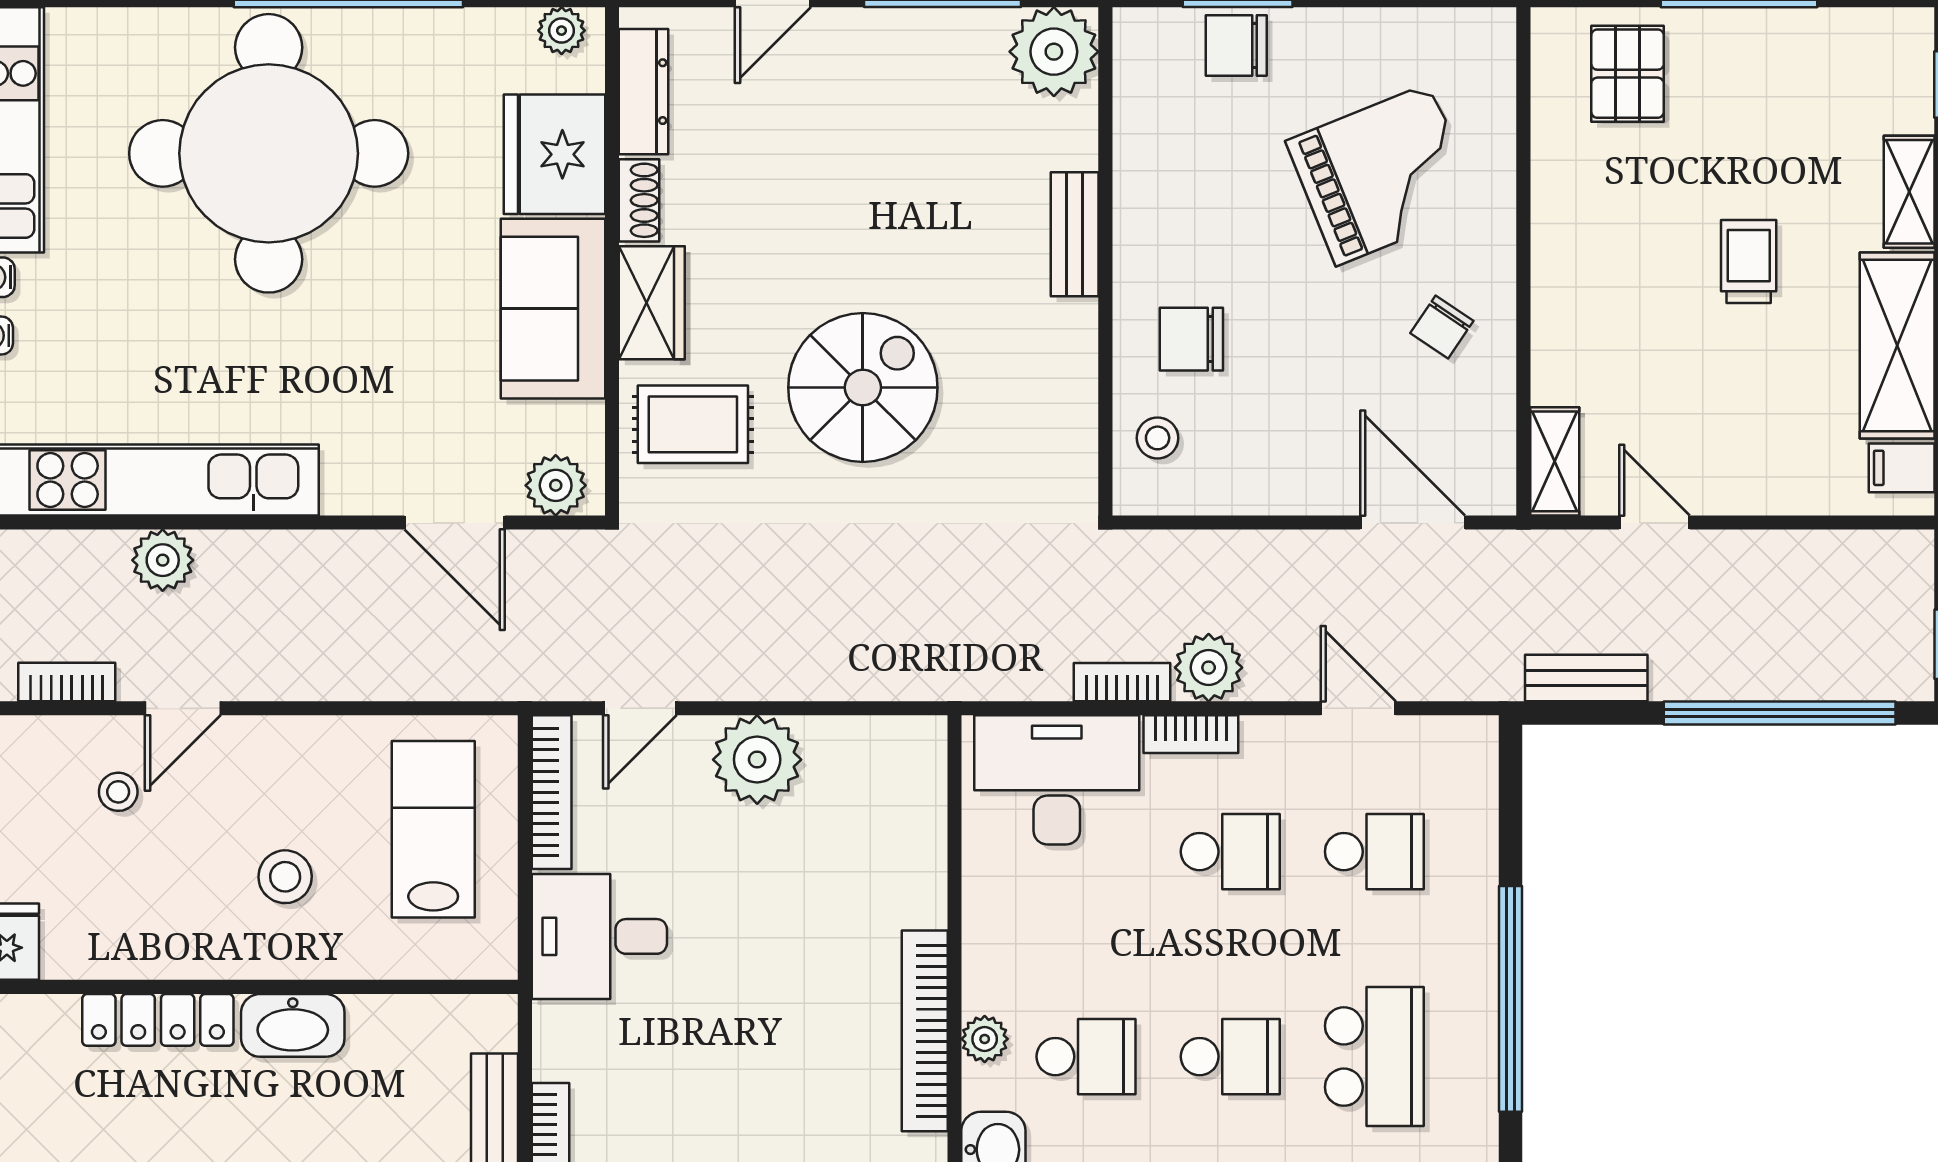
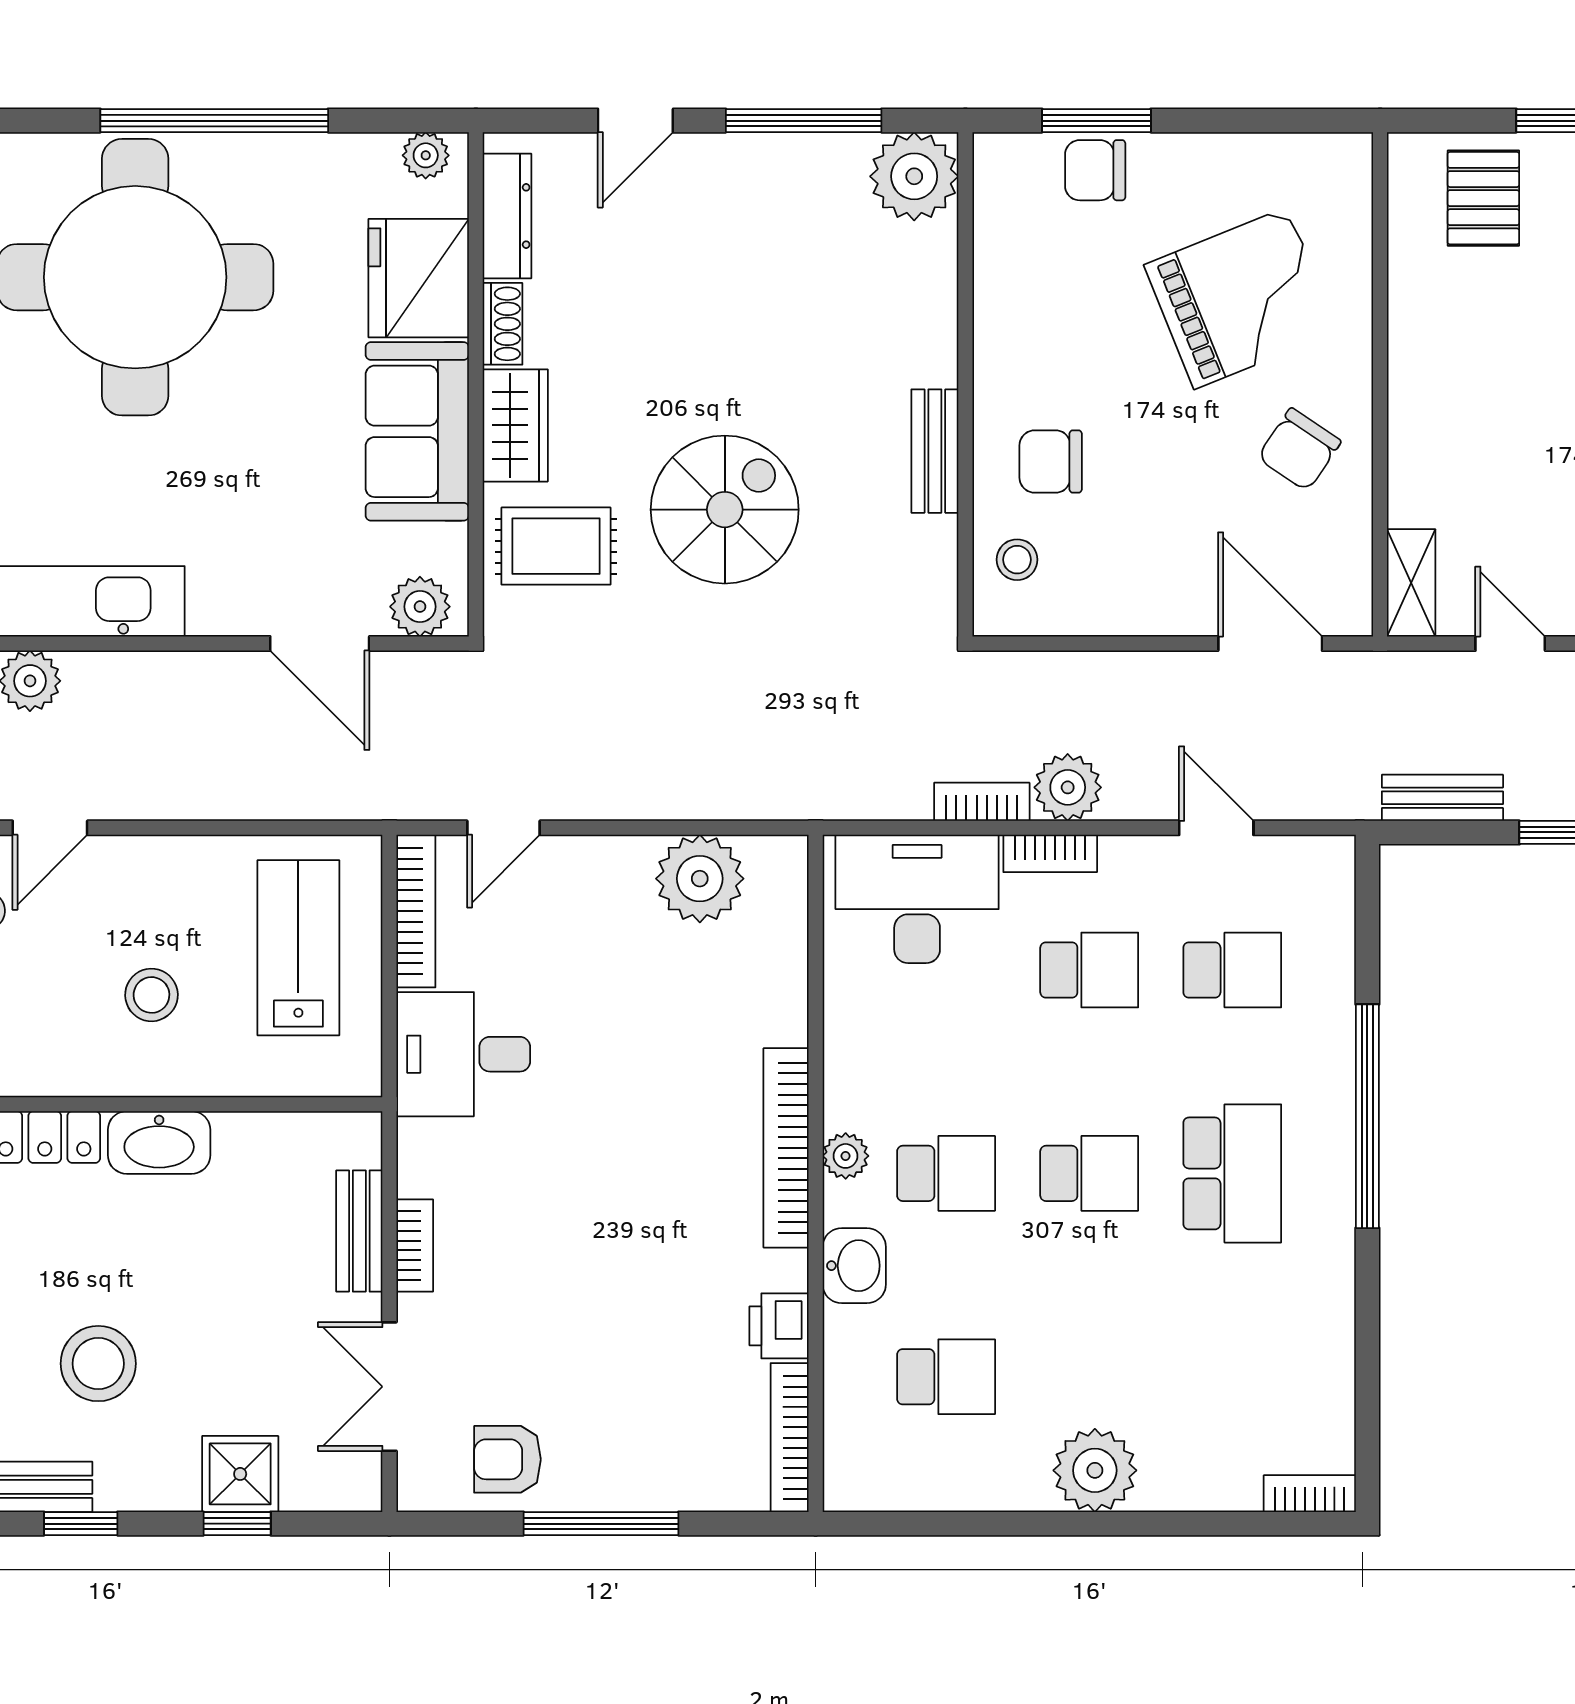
bench: (1075, 234) -> (935, 451), moved
chair: (1442, 327) -> (1299, 449), width x1.37, depth x1.37
plant: (757, 760) -> (700, 879), moved

